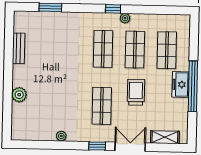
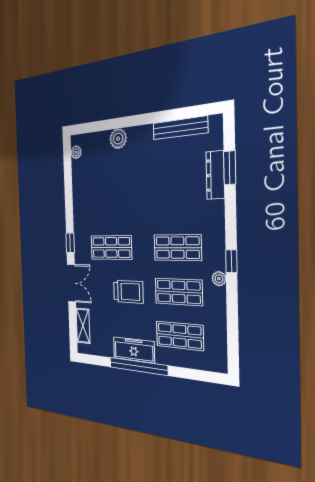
dresser: (54, 18) -> (215, 175), added
bench: (19, 48) -> (180, 128), width x1.36
freezer: (181, 85) -> (134, 350), width x1.40
plant: (61, 136) -> (76, 152), moved

